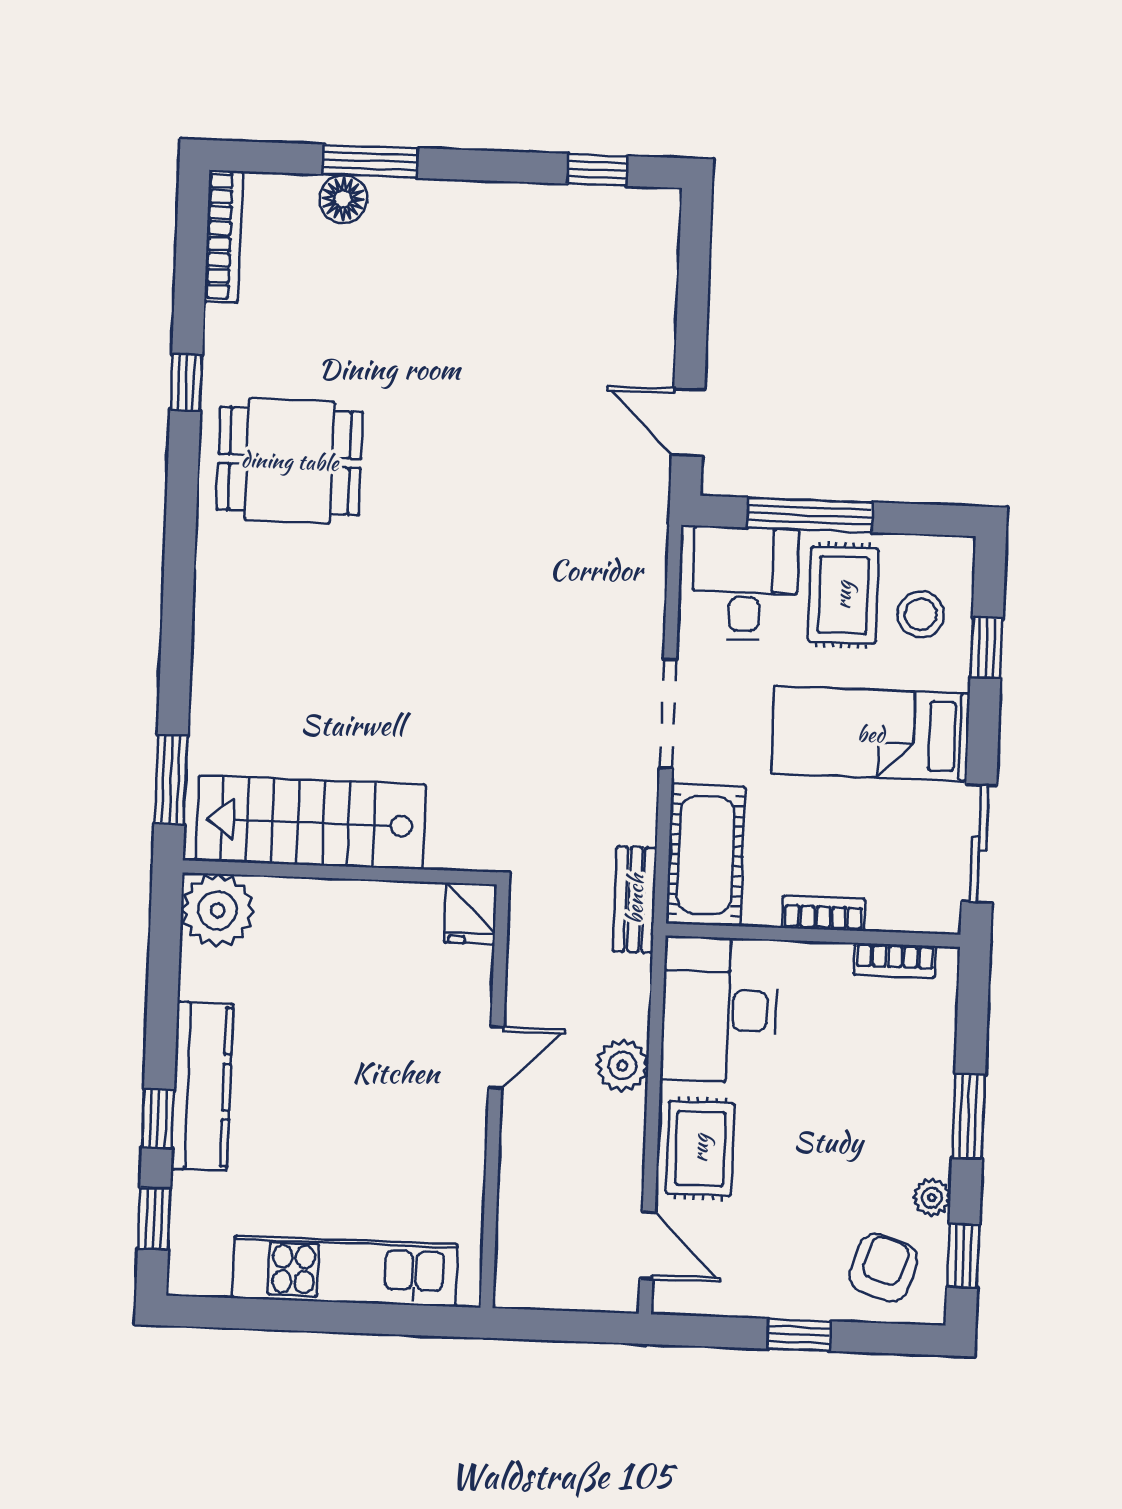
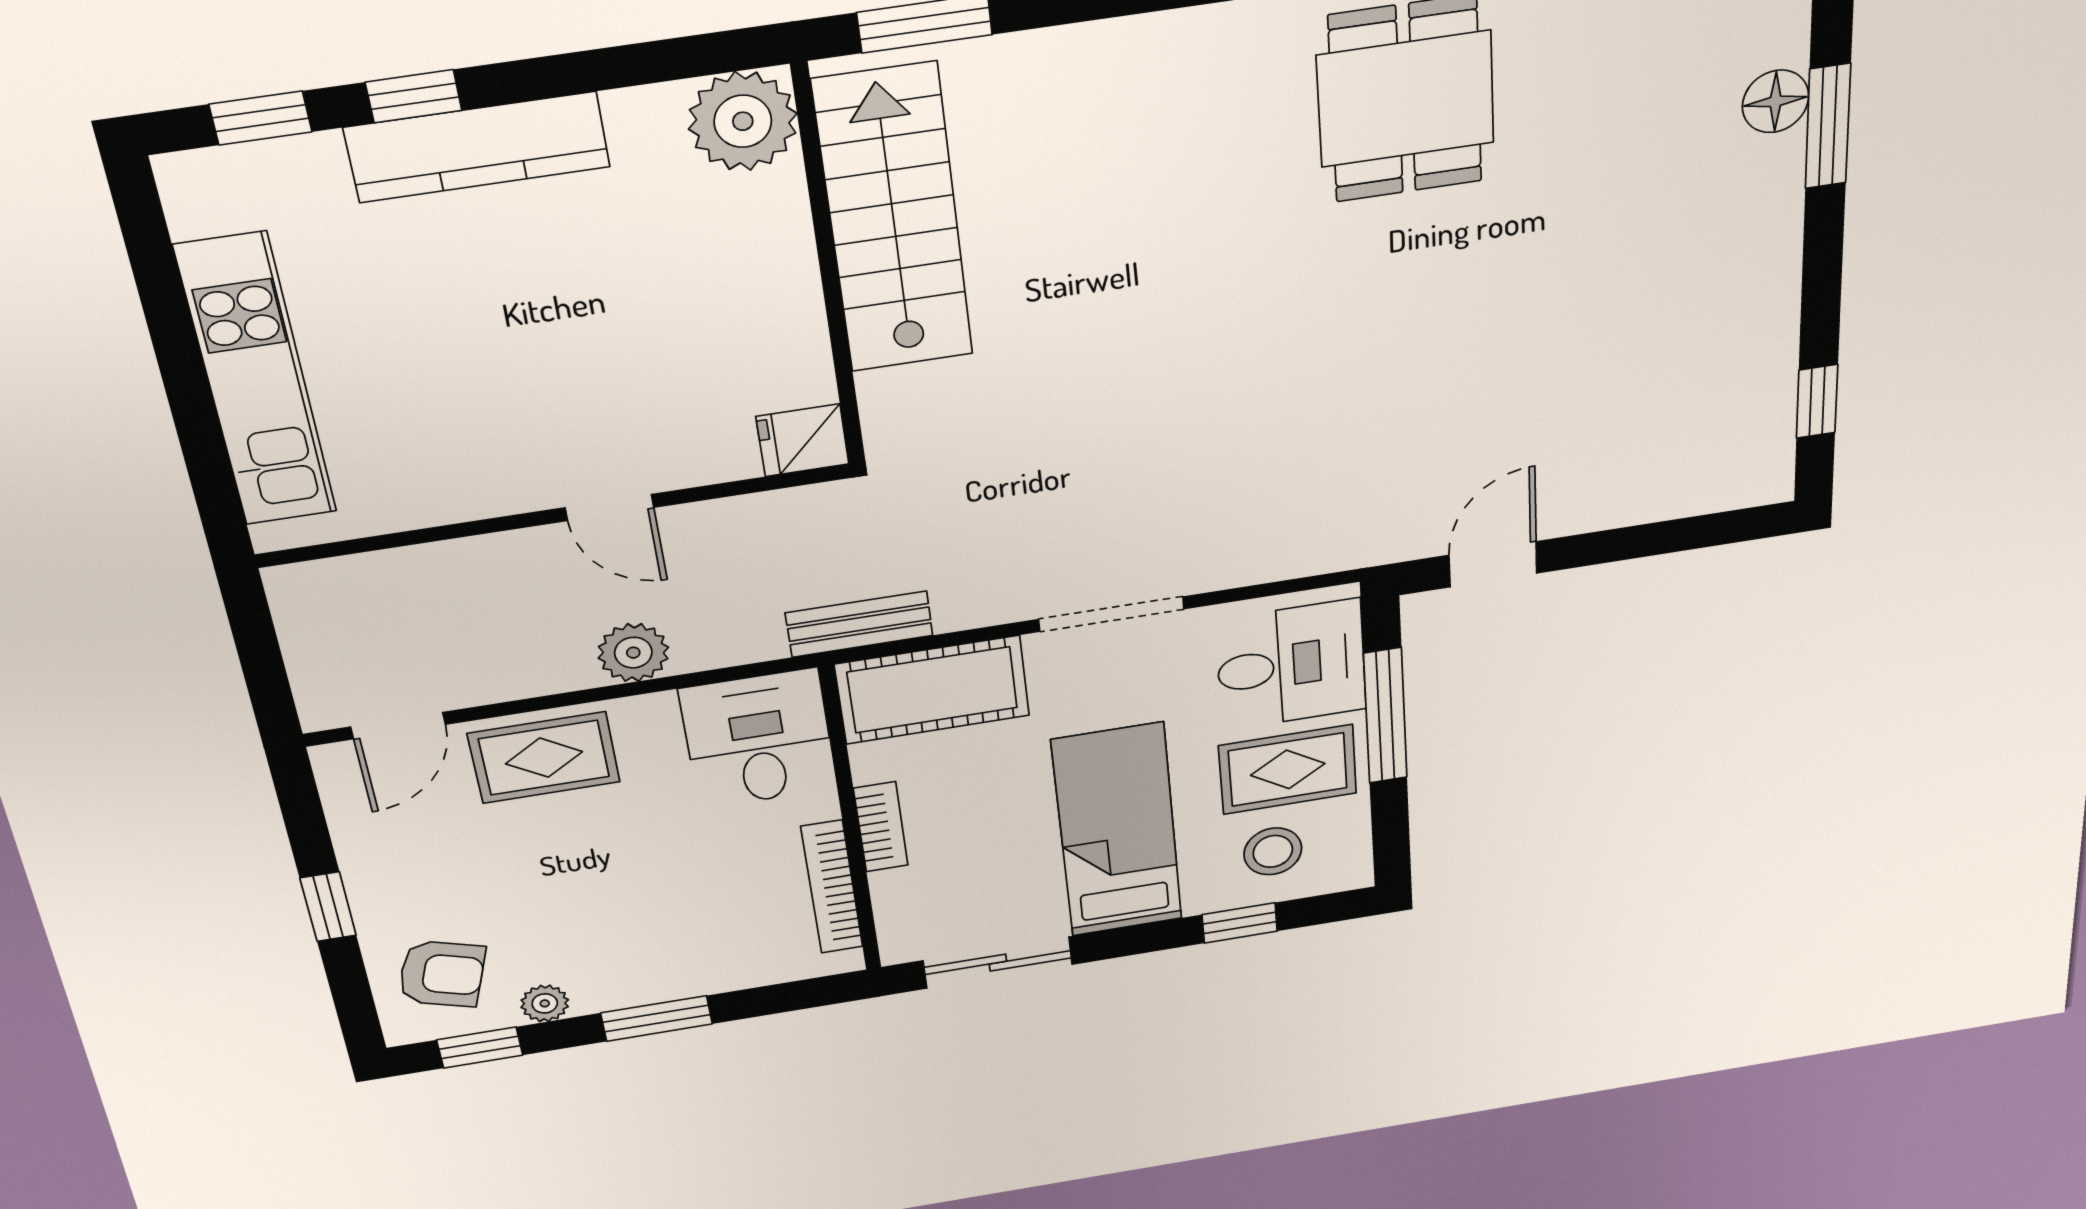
bookcase: (895, 960) -> (832, 887), width x1.56
desk: (719, 1010) -> (758, 739), width x0.73

